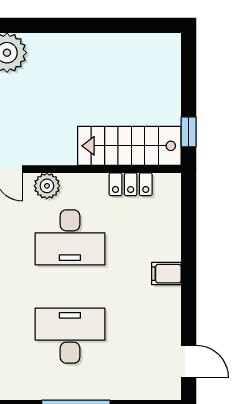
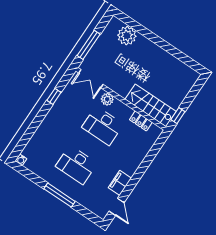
filing cabinet: (166, 274) -> (120, 183), moved, width x2.00
desk: (70, 336) -> (76, 165), turned 180

